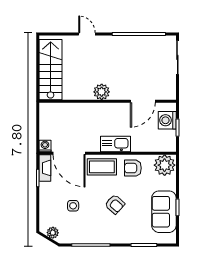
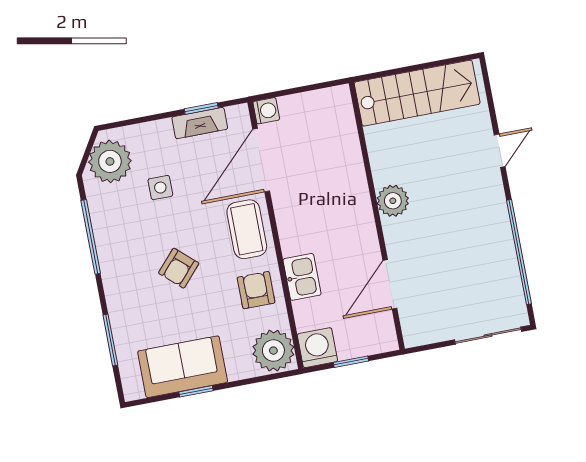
door: (143, 101) -> (390, 284), hinge flipped
washing machine: (167, 120) -> (317, 348), moved
kitchen sink: (115, 144) -> (302, 277), moved, width x0.73
fireplace: (45, 168) -> (200, 123), moved
plant: (53, 233) -> (110, 161), width x1.88, depth x1.88

